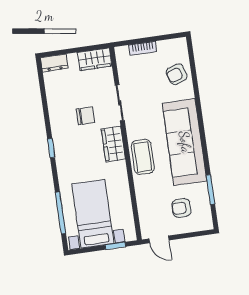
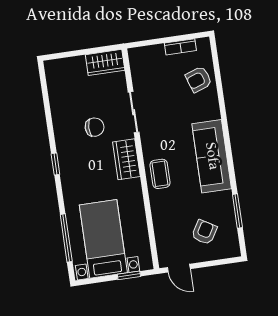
bookcase: (143, 48) -> (180, 47), moved
dresser: (54, 63) -> (59, 67), removed
sofa: (185, 142) -> (212, 156), width x0.74, depth x0.79
coffee table: (143, 157) -> (160, 174), width x0.73, depth x0.77
armchair: (181, 208) -> (204, 232), turned 121

